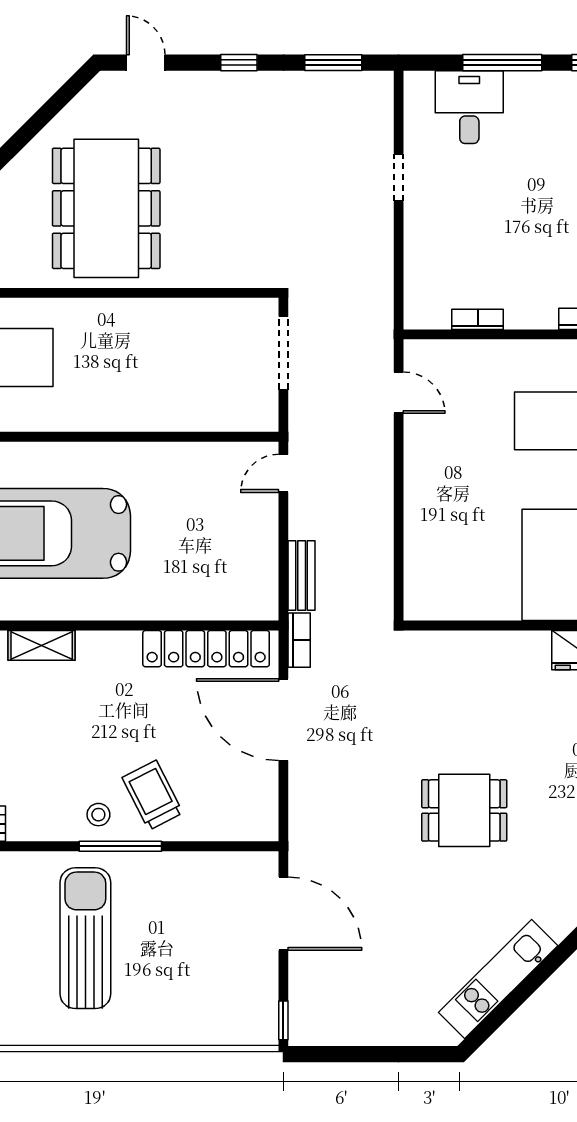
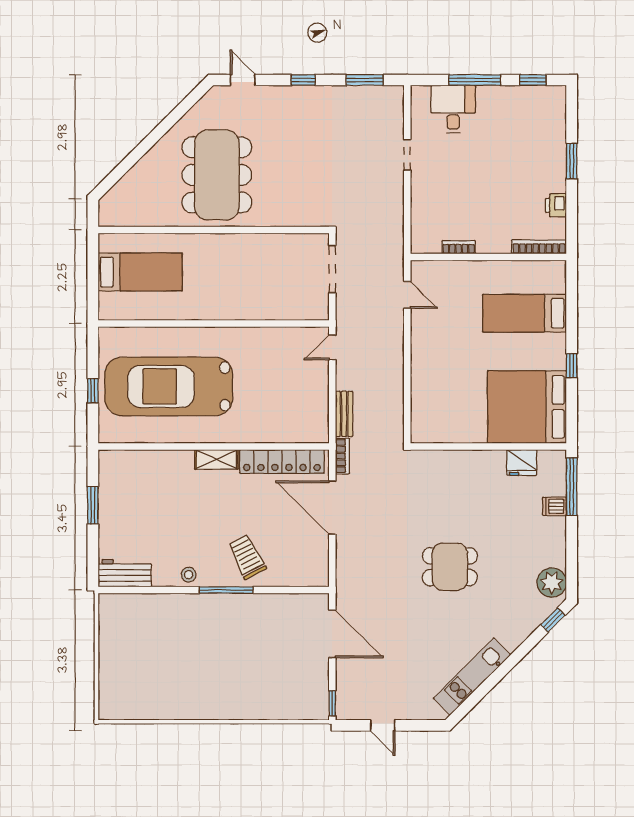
shelving: (42, 645) -> (216, 459), moved
stool: (98, 815) -> (189, 575), moved
sun lounger: (85, 938) -> (203, 650), removed
door: (361, 1054) -> (383, 725), added

